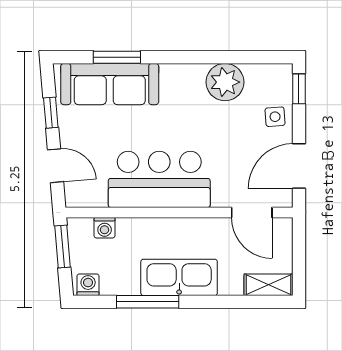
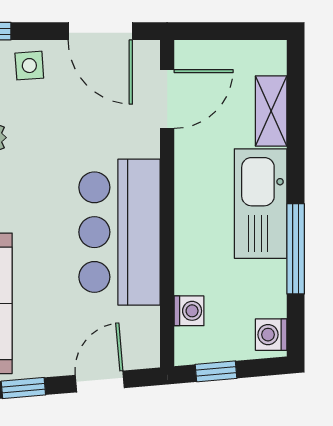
window: (62, 246) -> (216, 371), width x0.67
shelving: (268, 285) -> (271, 111), moved

